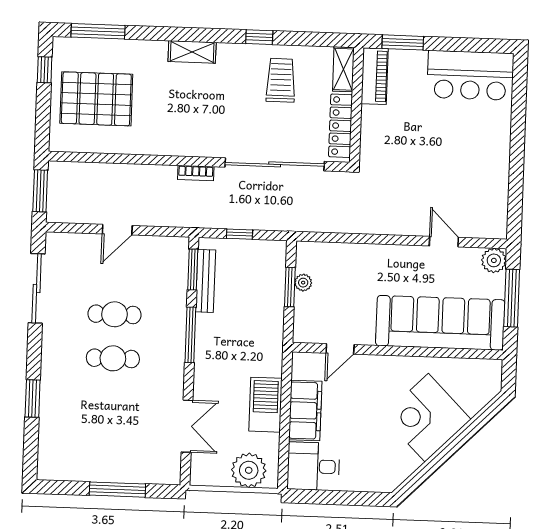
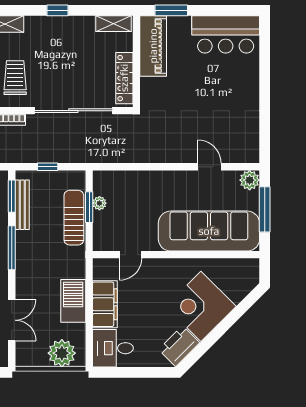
shelving: (343, 69) -> (114, 24), moved, turned 90
piano: (375, 76) -> (153, 46), width x1.37, depth x1.33
trolley: (281, 80) -> (15, 78), moved
sun lounger: (270, 300) -> (74, 218), added
printer: (397, 467) -> (179, 346), added

